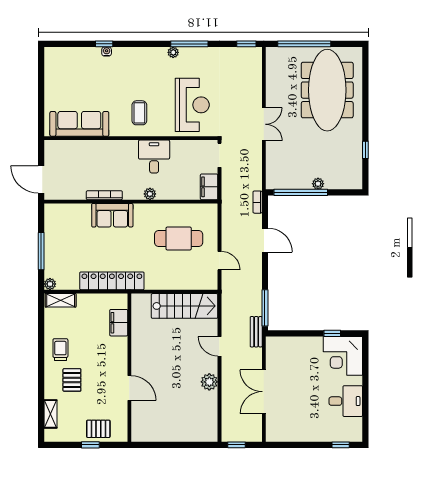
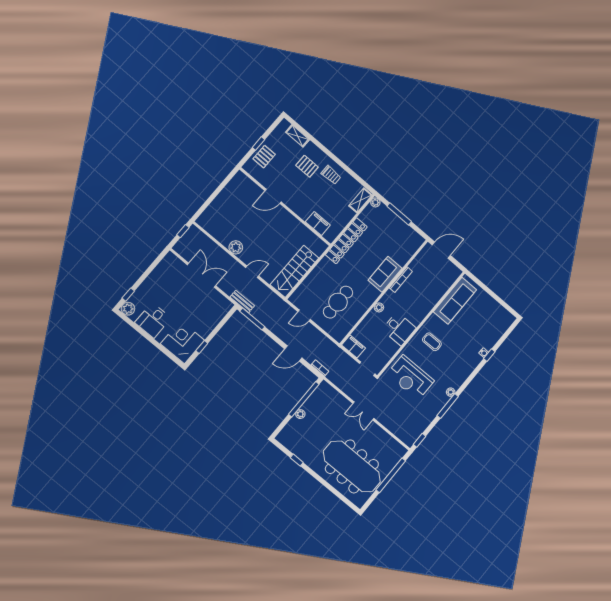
plant: (354, 434) -> (128, 309), added

